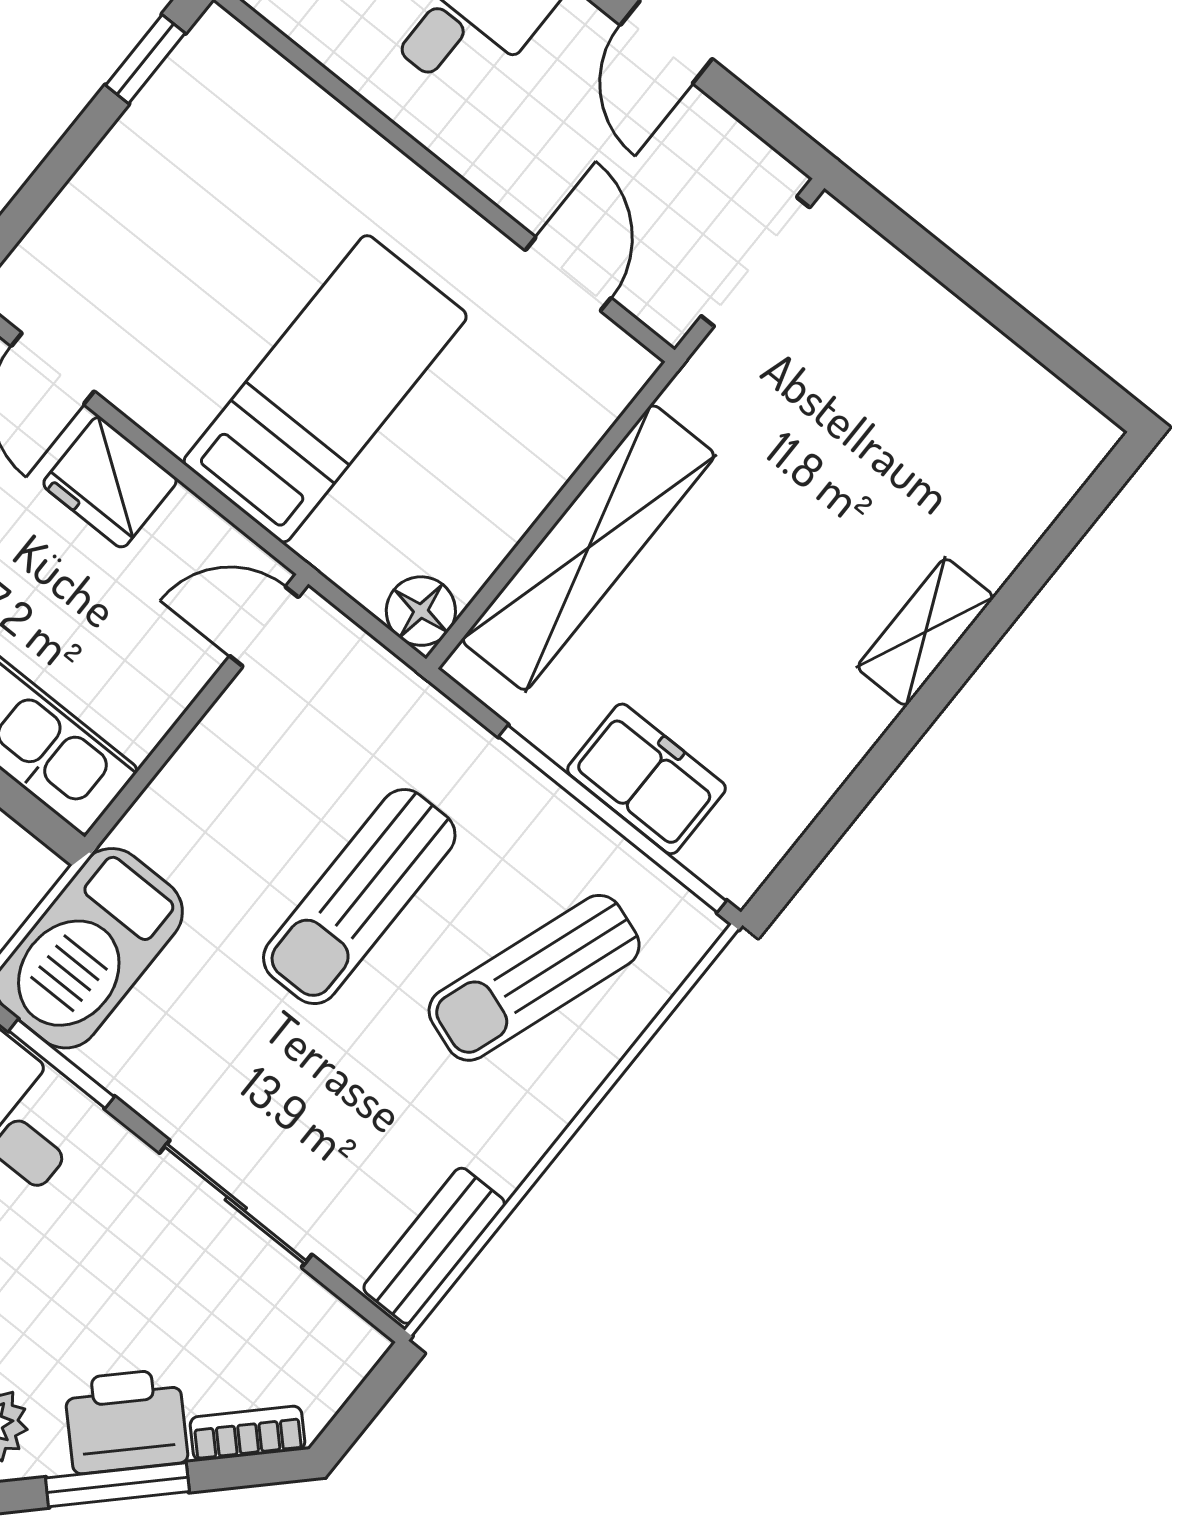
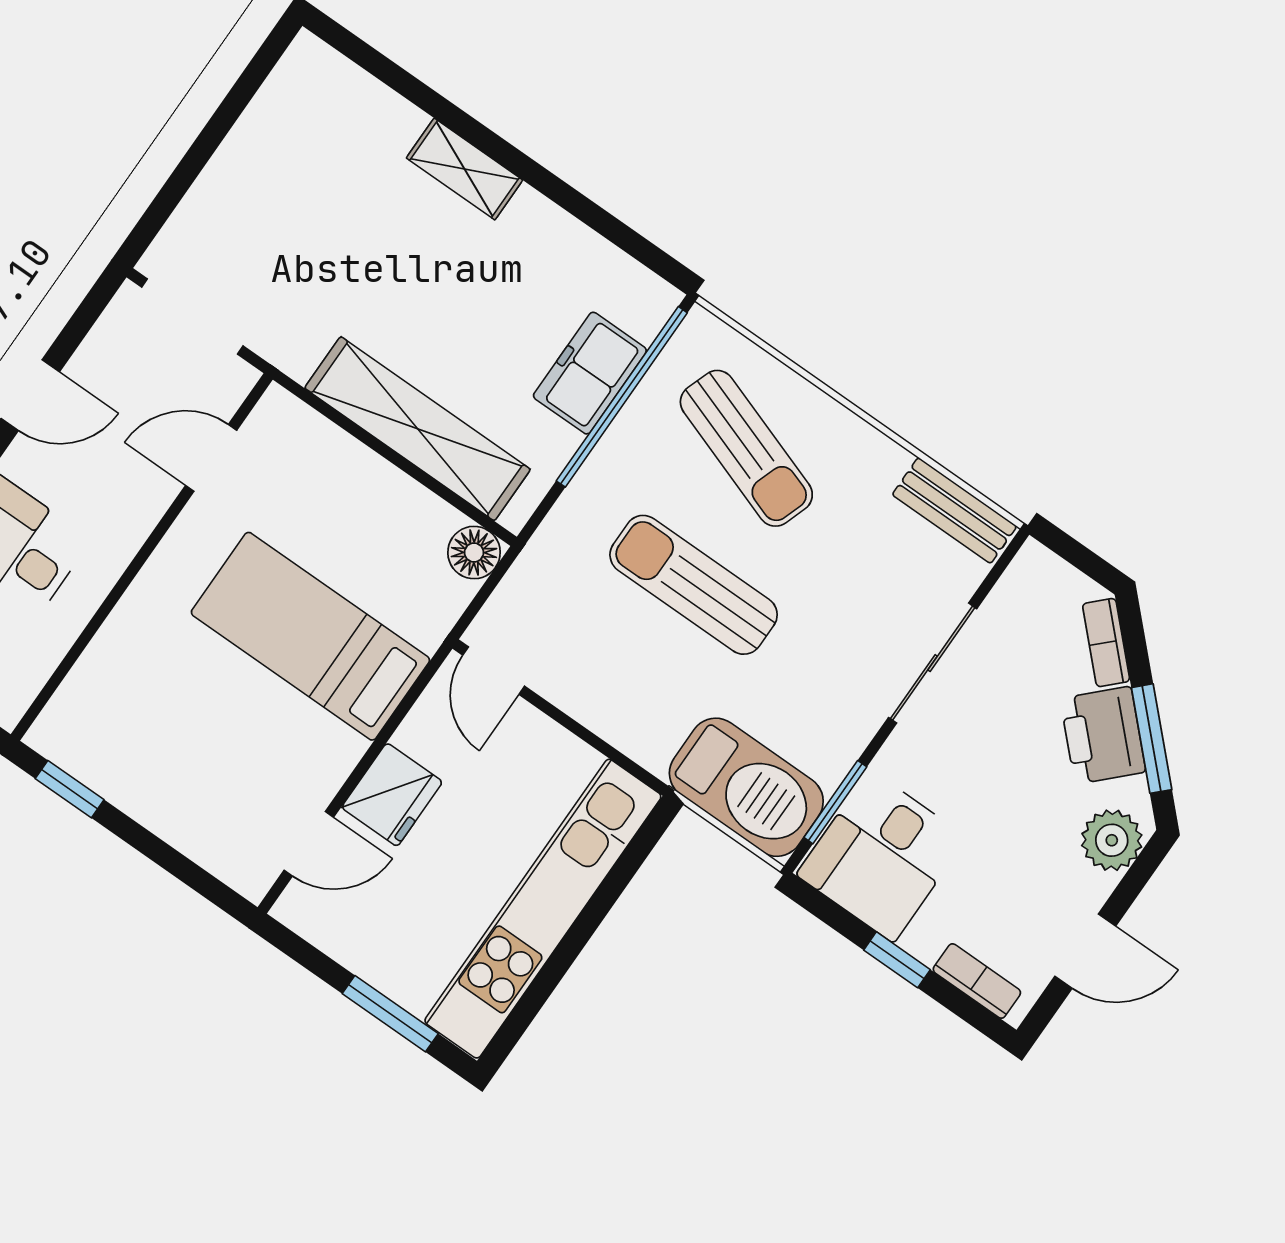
sun lounger: (359, 897) -> (694, 585), turned 180

